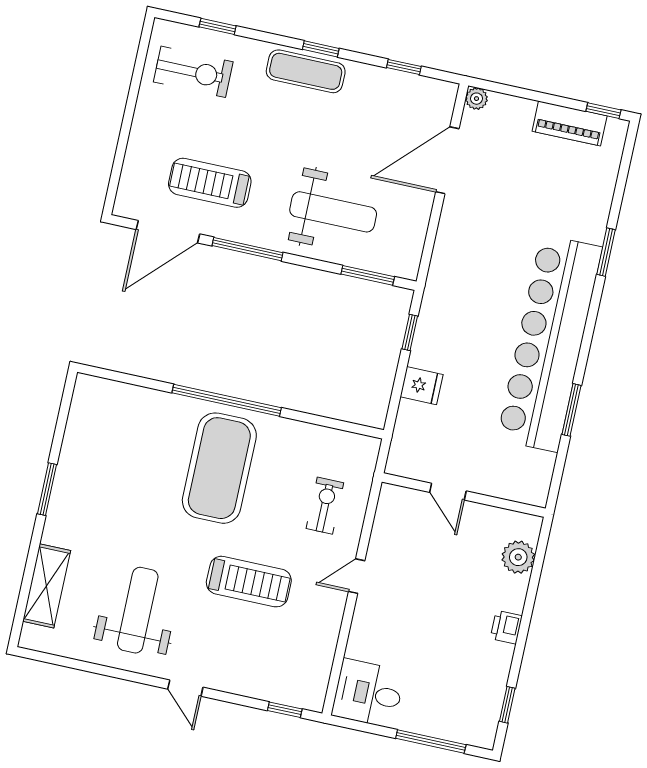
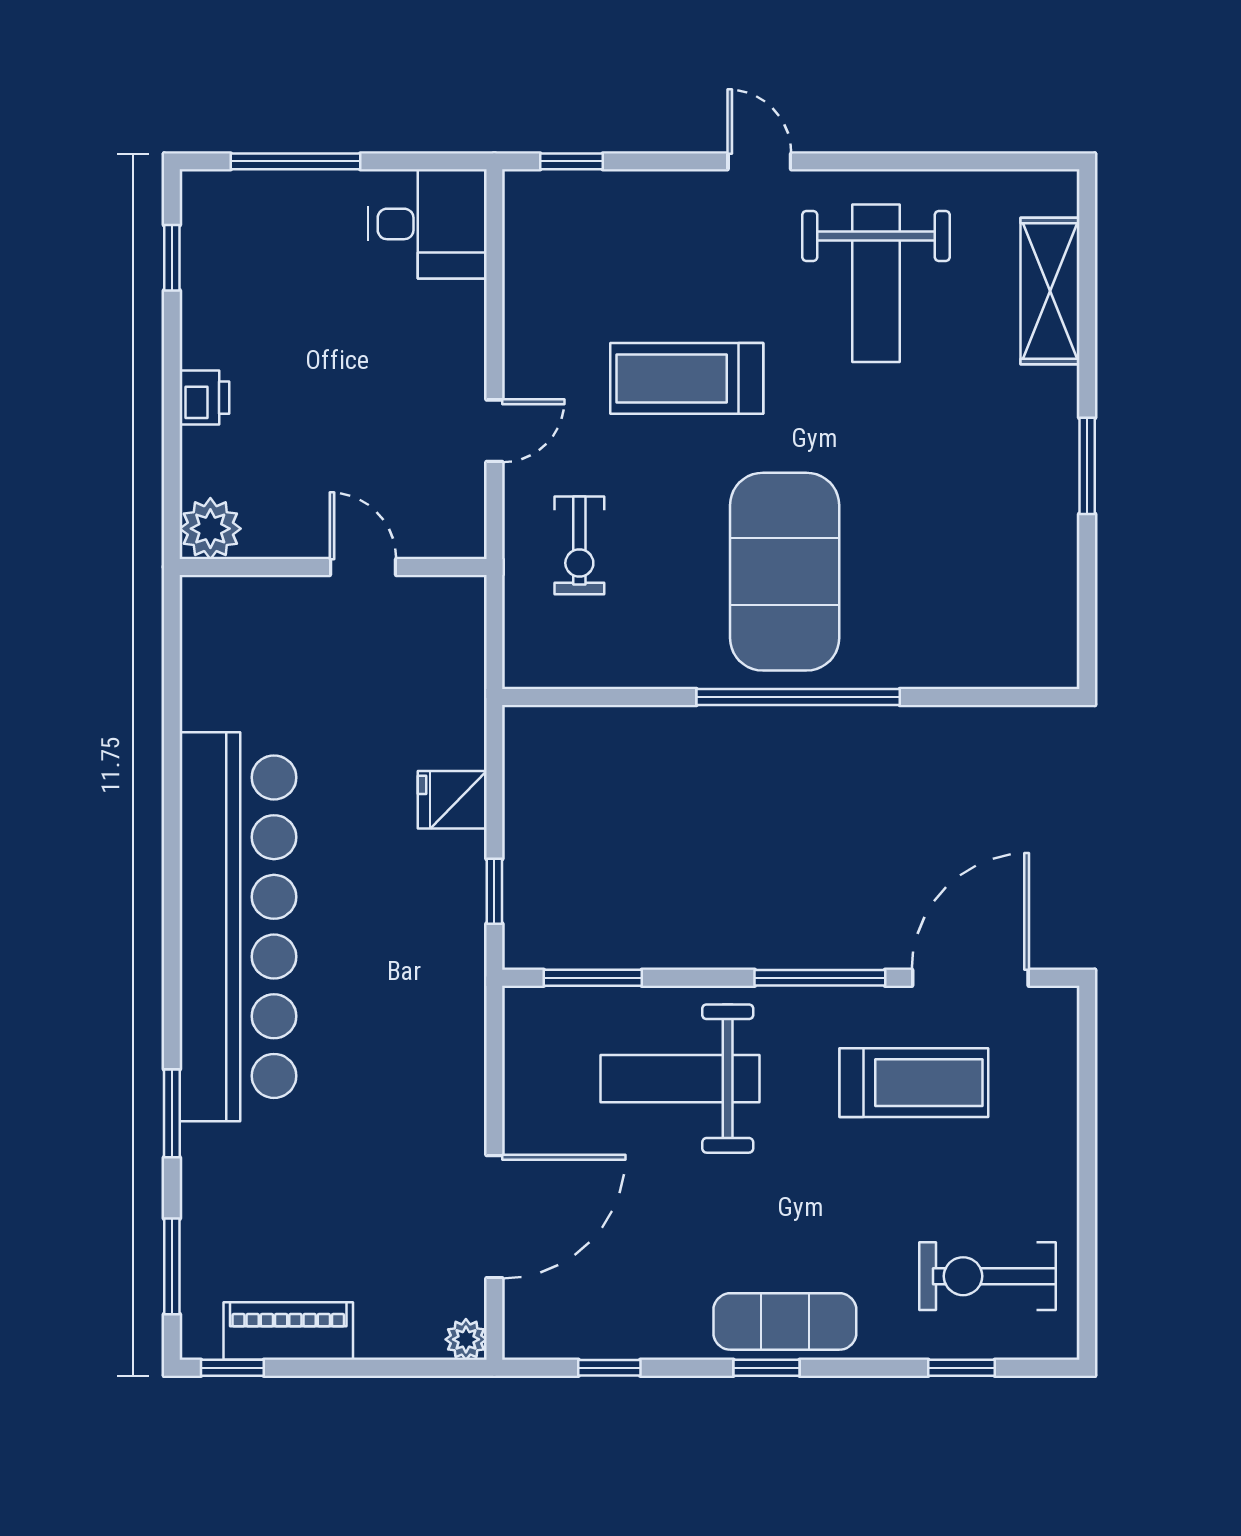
window: (572, 410) -> (172, 1266), moved
door: (448, 492) -> (363, 567), moved
wall: (464, 495) -> (333, 567), moved

